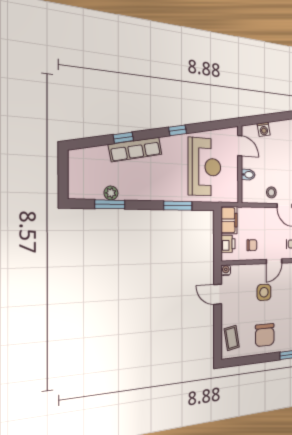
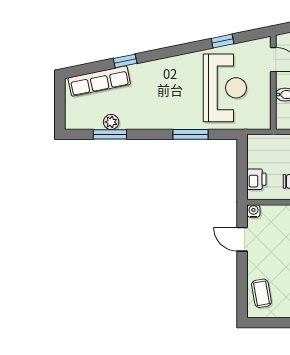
window: (178, 130) -> (223, 41), moved
row of seats: (135, 149) -> (99, 81), moved
filing cabinet: (229, 220) -> (258, 151), removed

